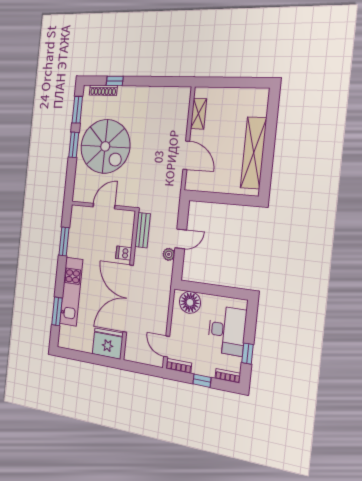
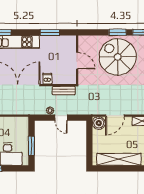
spiral stairs: (105, 146) -> (118, 57), turned 90
boiler: (195, 181) -> (99, 123), added
window: (218, 291) -> (31, 146), added
floor lamp: (190, 302) -> (21, 128), removed

